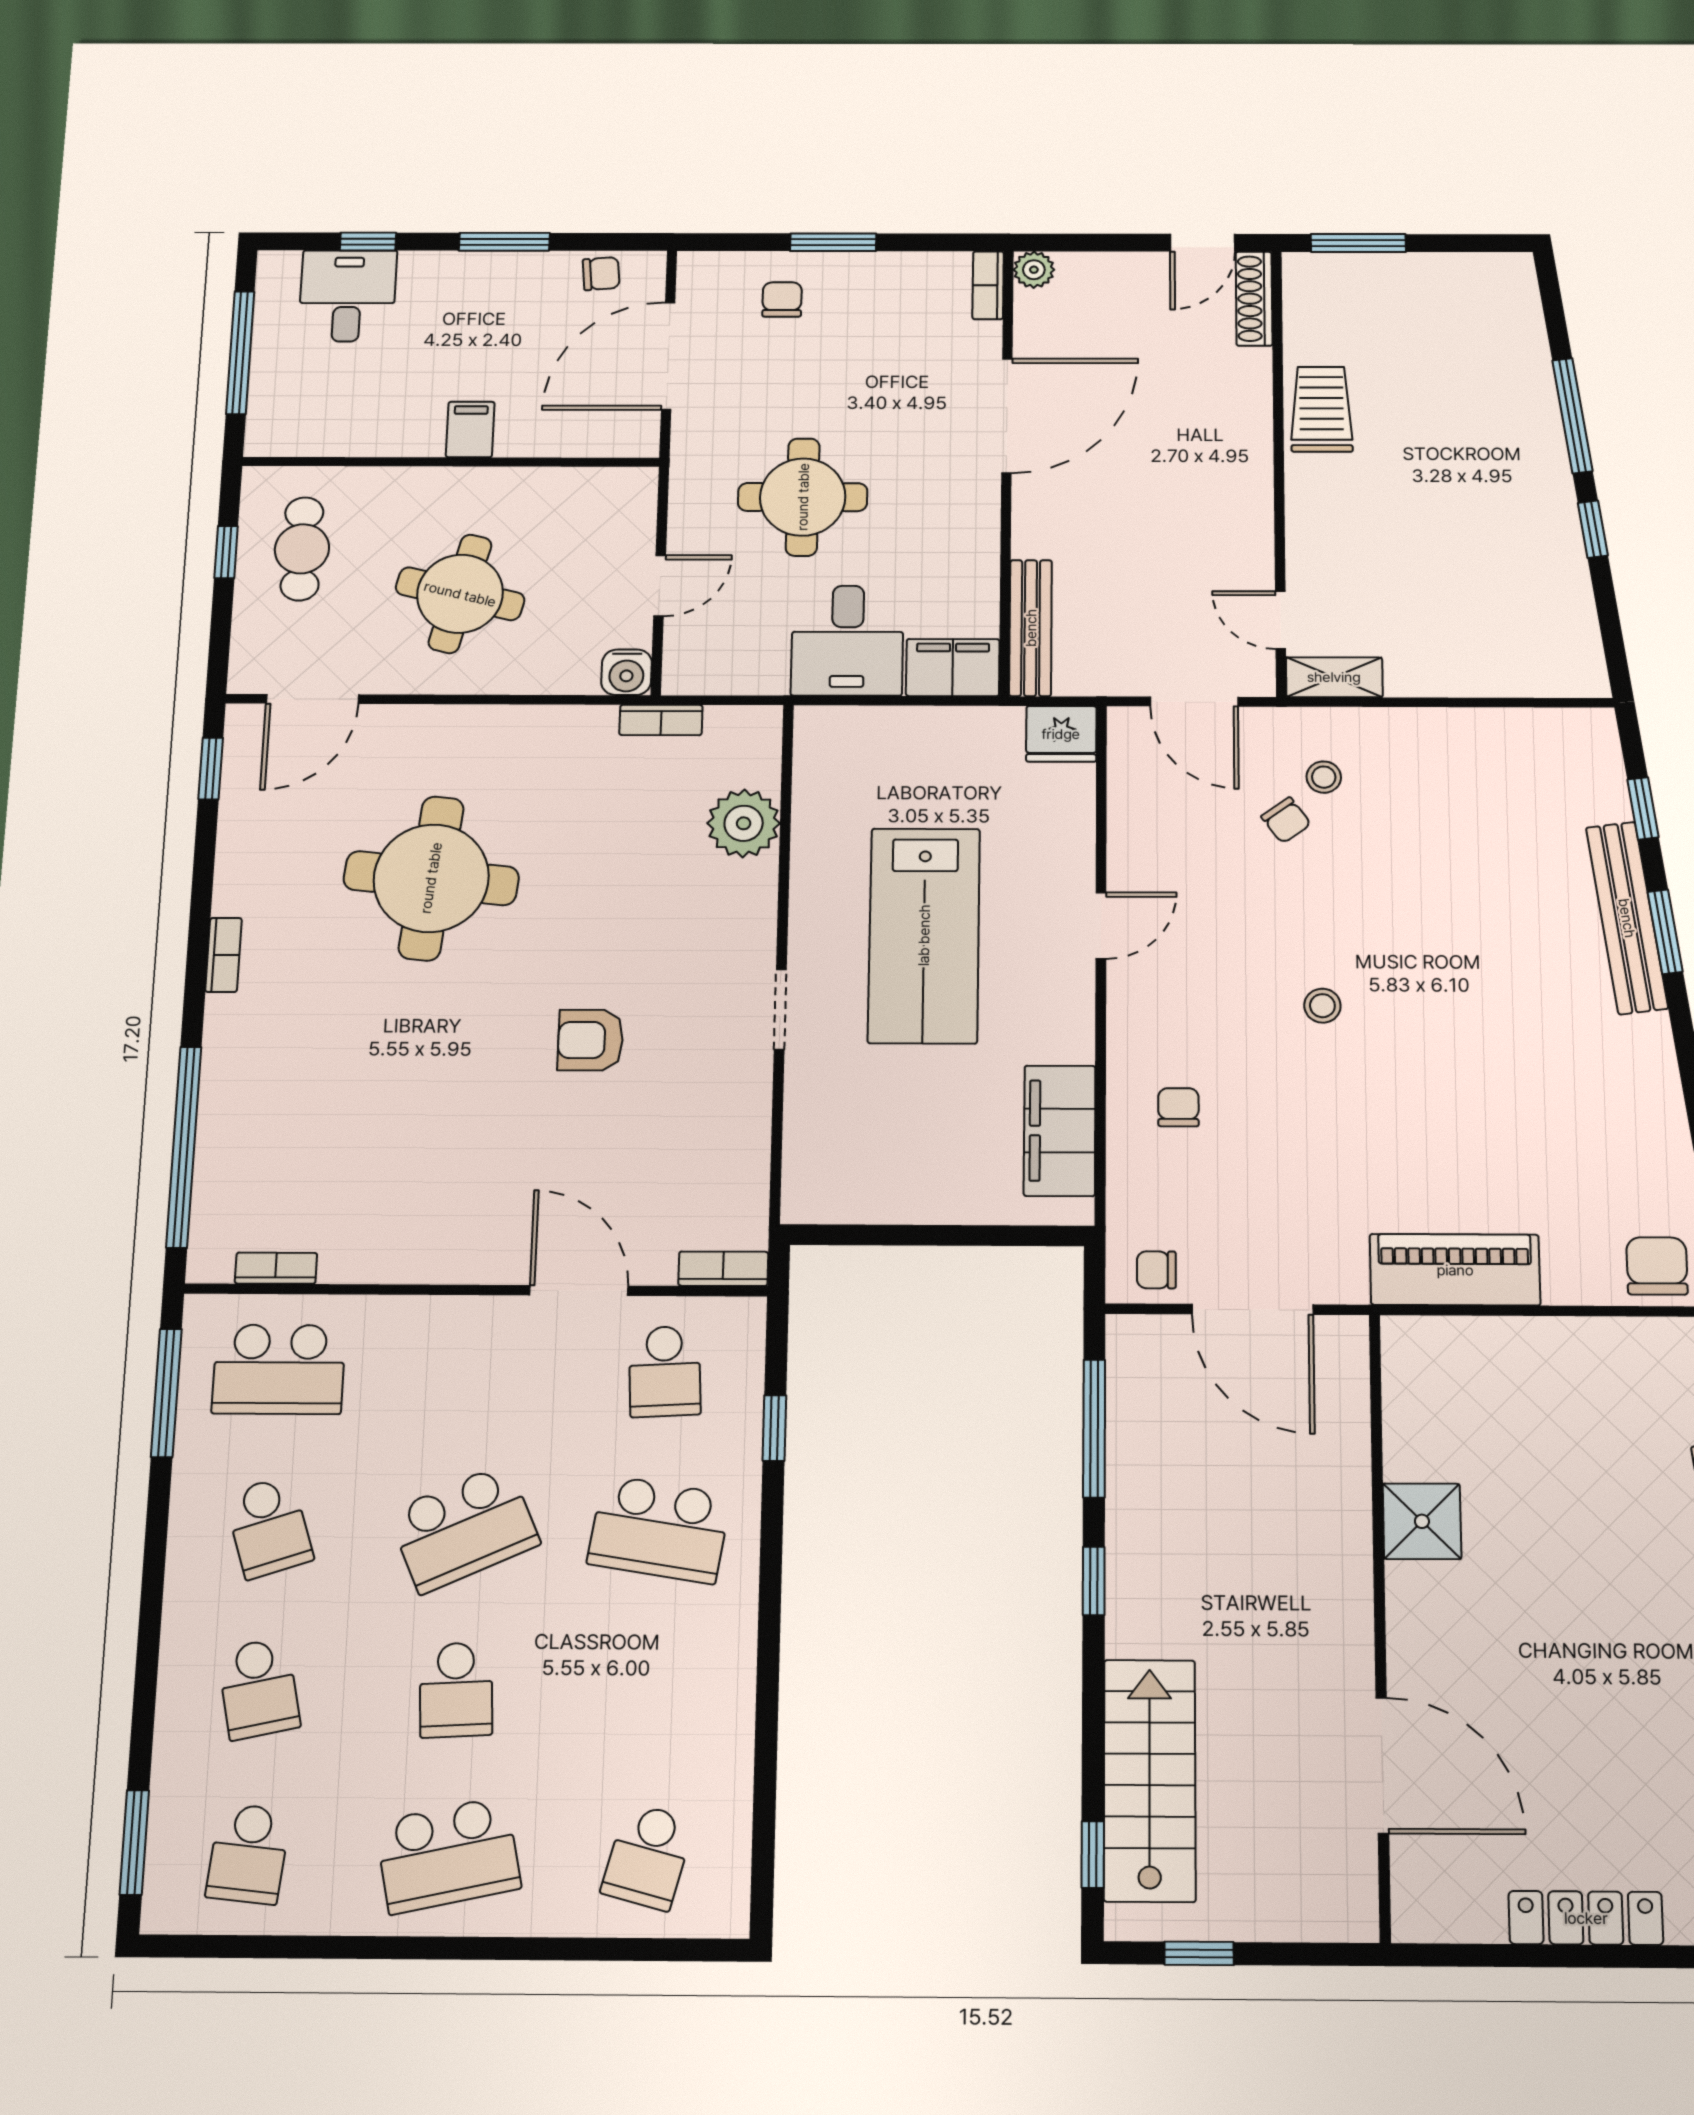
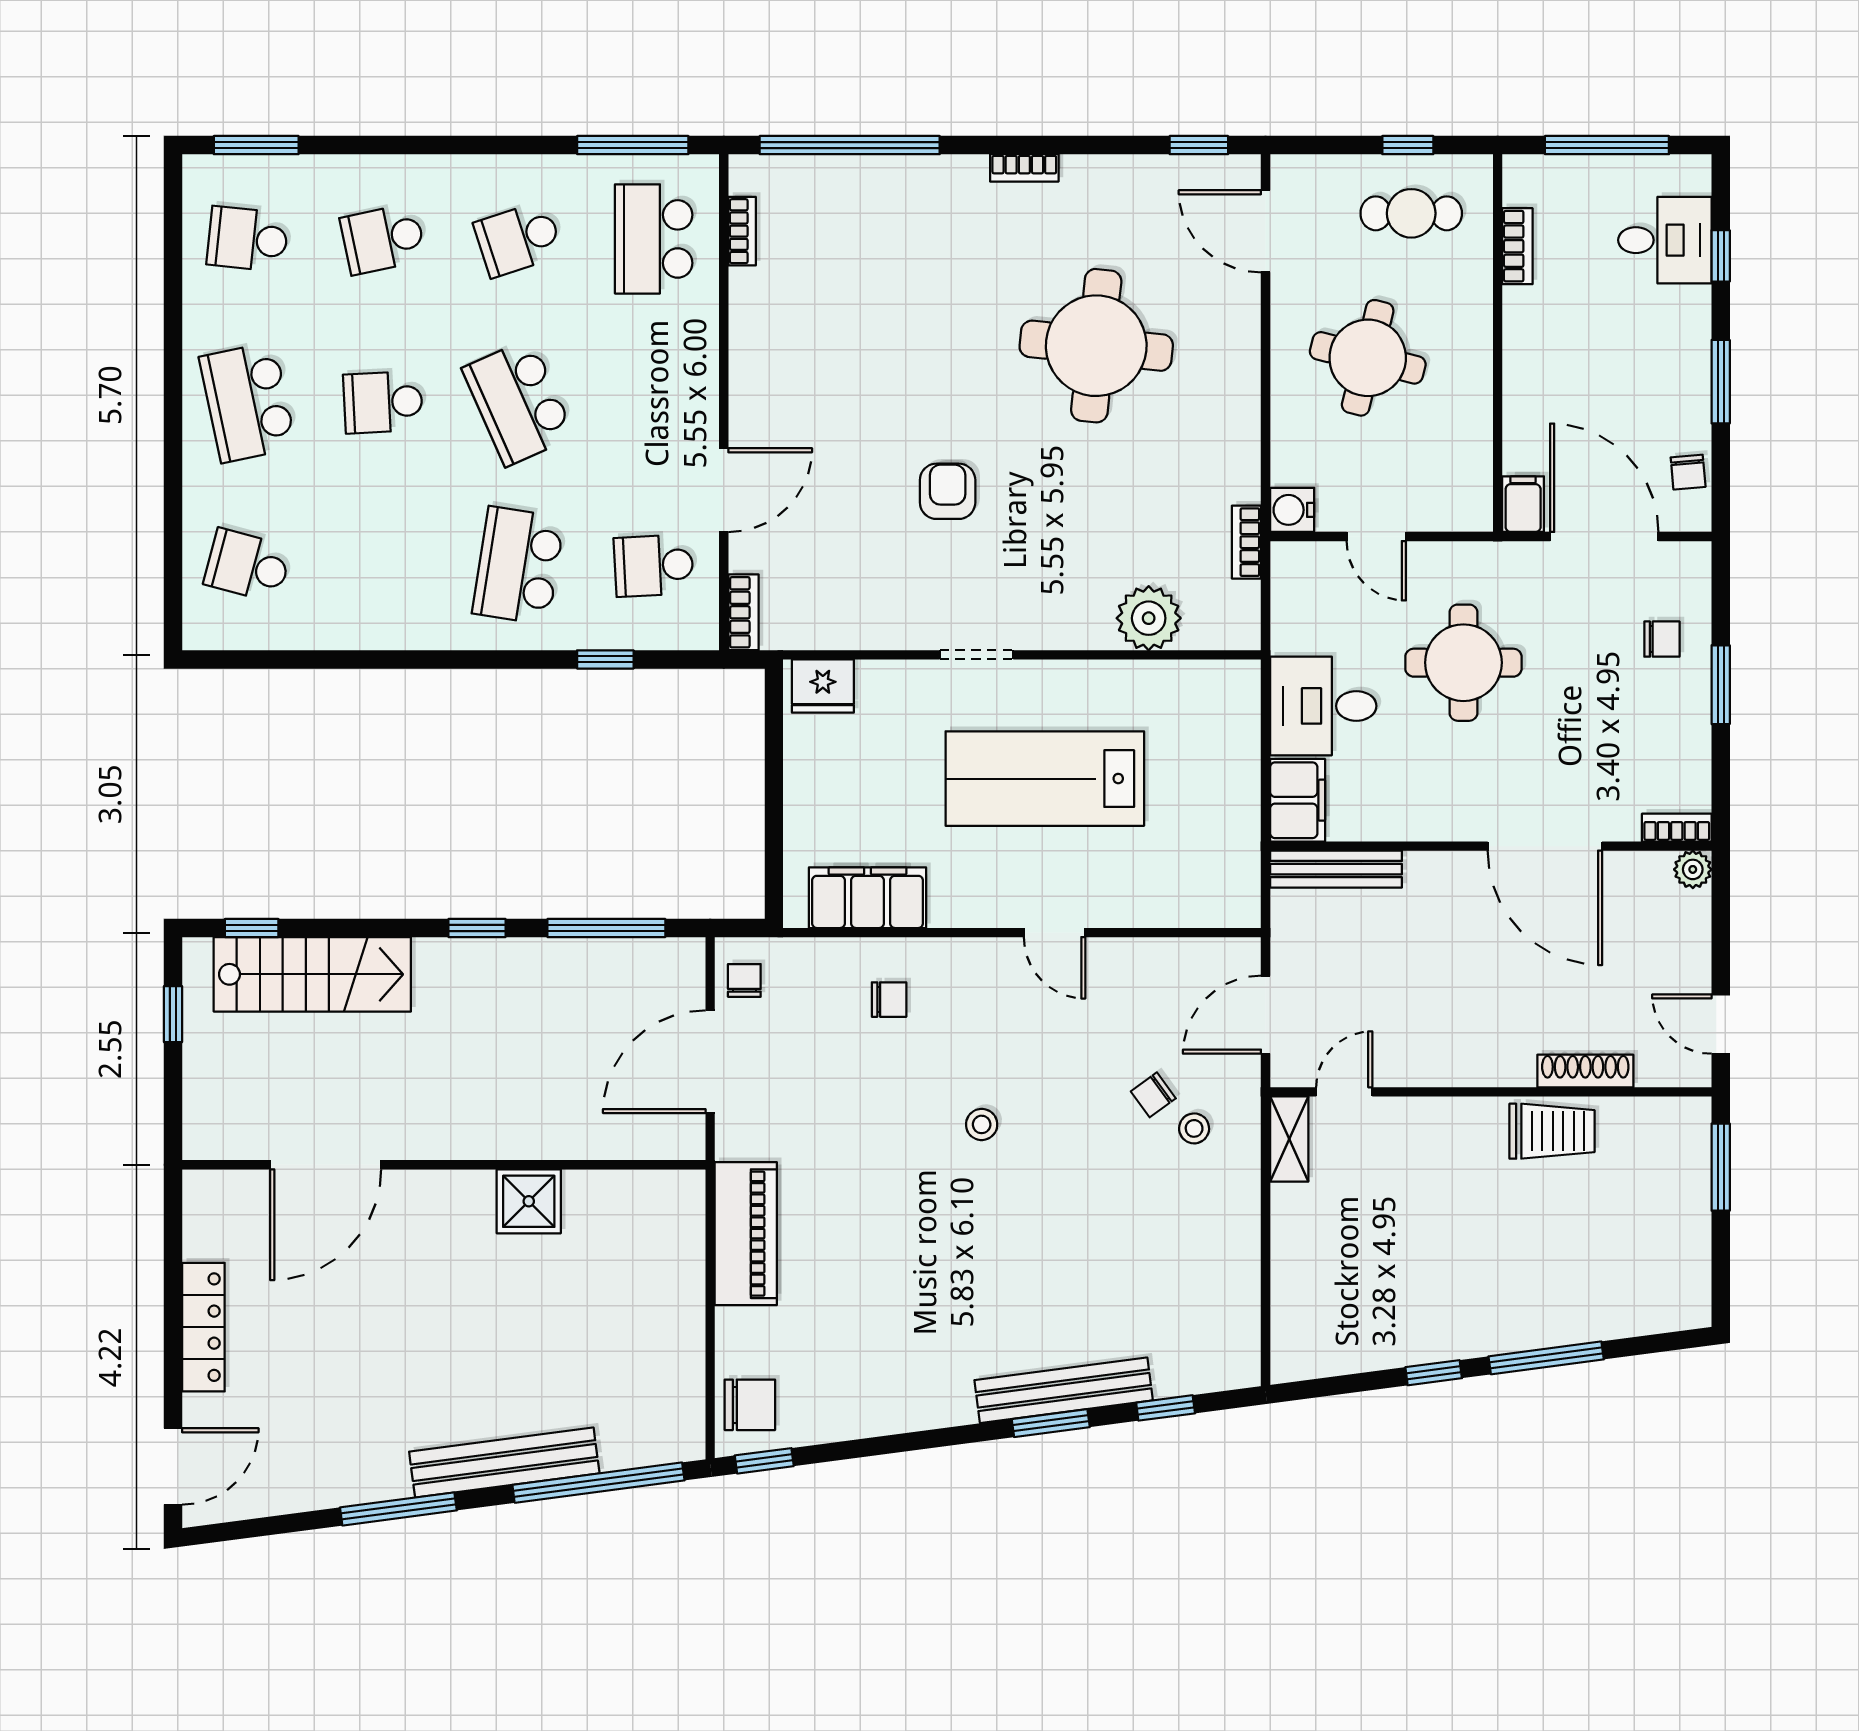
shoe rack: (1254, 299) -> (1585, 1071), moved
filing cabinet: (470, 429) -> (1523, 504), moved, turned -90
bookcase: (345, 442) -> (1517, 246), added
fridge: (1061, 734) -> (823, 686), moved, turned -90

